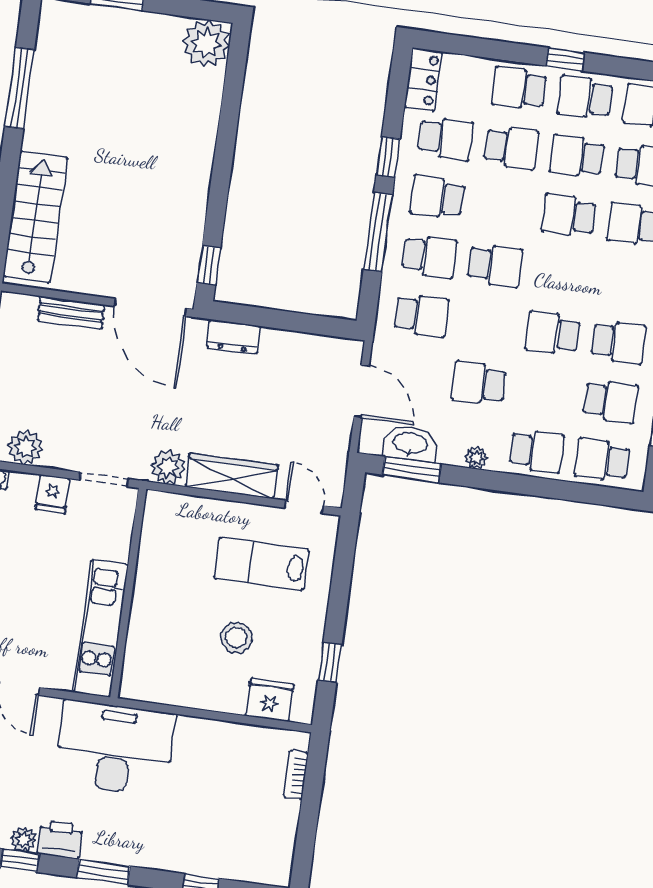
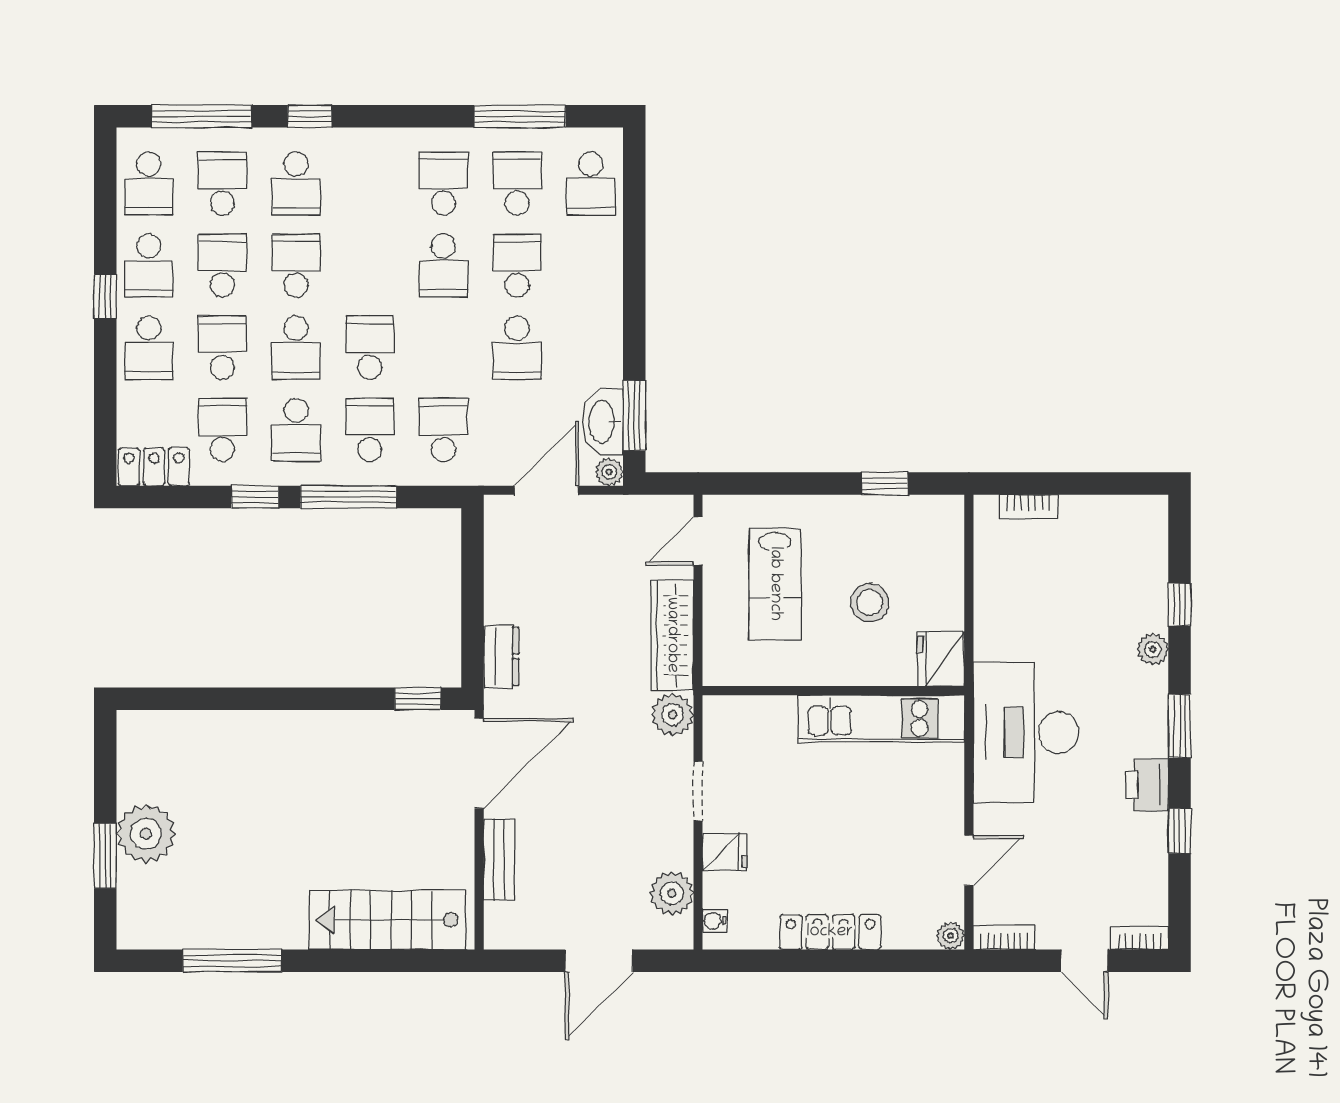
plant: (206, 43) -> (146, 834), moved
school desk: (577, 156) -> (222, 266), turned 180
school desk: (503, 206) -> (296, 348), added
school desk: (569, 215) -> (296, 266), turned 180
school desk: (537, 451) -> (517, 266), moved
plant: (476, 458) -> (609, 472), moved
wall: (128, 593) -> (833, 691), moved
kitchen unit: (101, 628) -> (881, 718), moved
fridge: (270, 700) -> (941, 659), moved
plant: (24, 839) -> (1153, 649), moved

